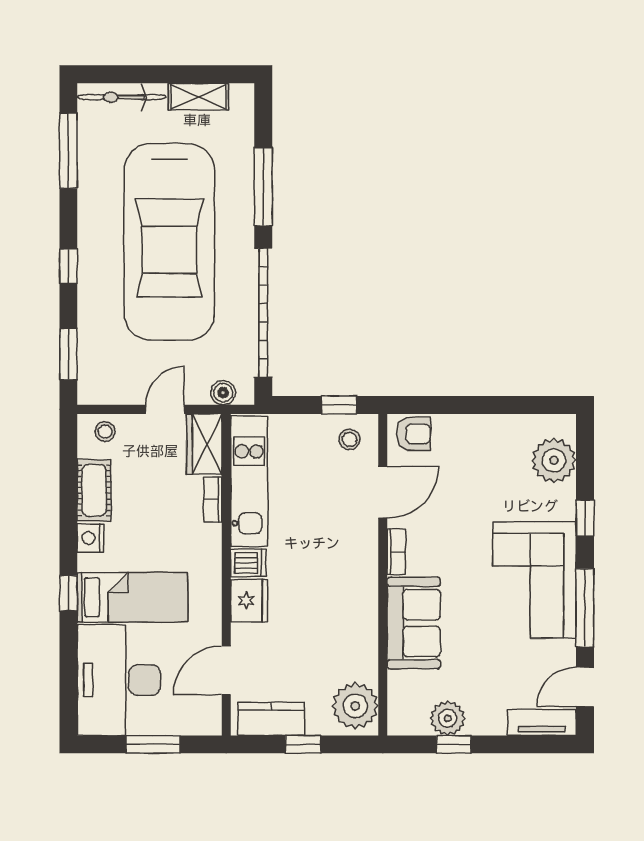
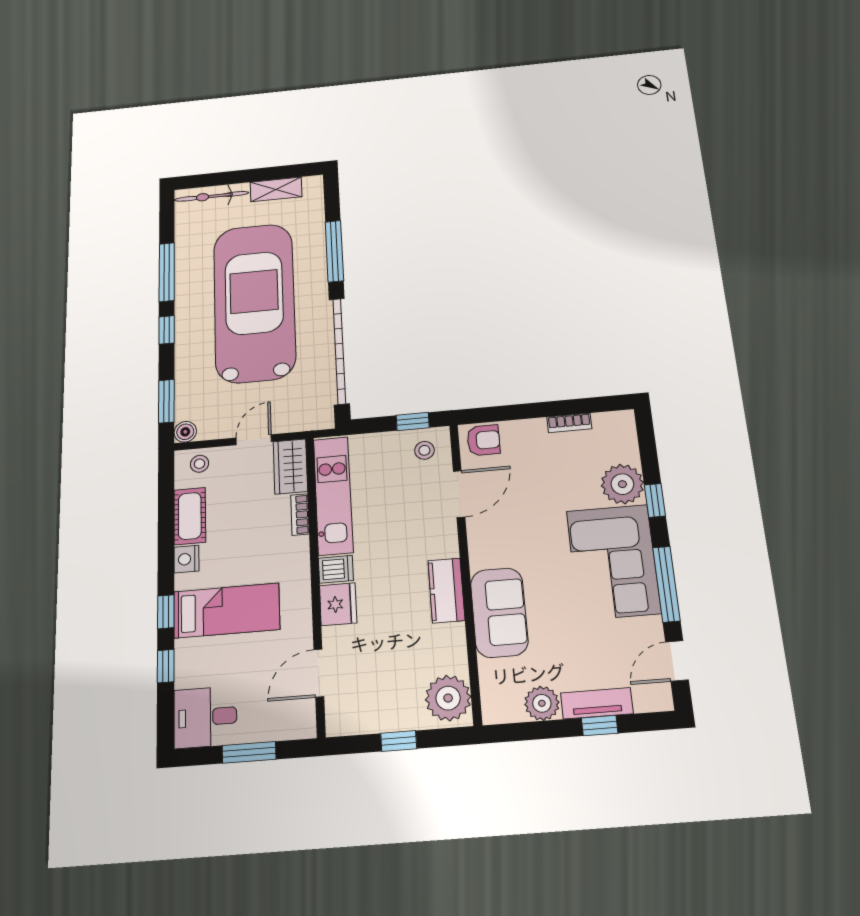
window: (68, 151) -> (167, 272), moved
car: (169, 242) -> (254, 302), turned 180
boiler: (223, 393) -> (185, 432), moved
plant: (554, 460) -> (622, 484), moved
bookcase: (396, 552) -> (569, 423), moved, turned 90
window: (68, 651) -> (166, 666), added
desk: (119, 680) -> (205, 717), width x0.53, depth x0.77
kitchen counter: (271, 719) -> (446, 590), moved, turned -90
tv unit: (542, 722) -> (597, 703), moved
window: (454, 744) -> (600, 726), moved

